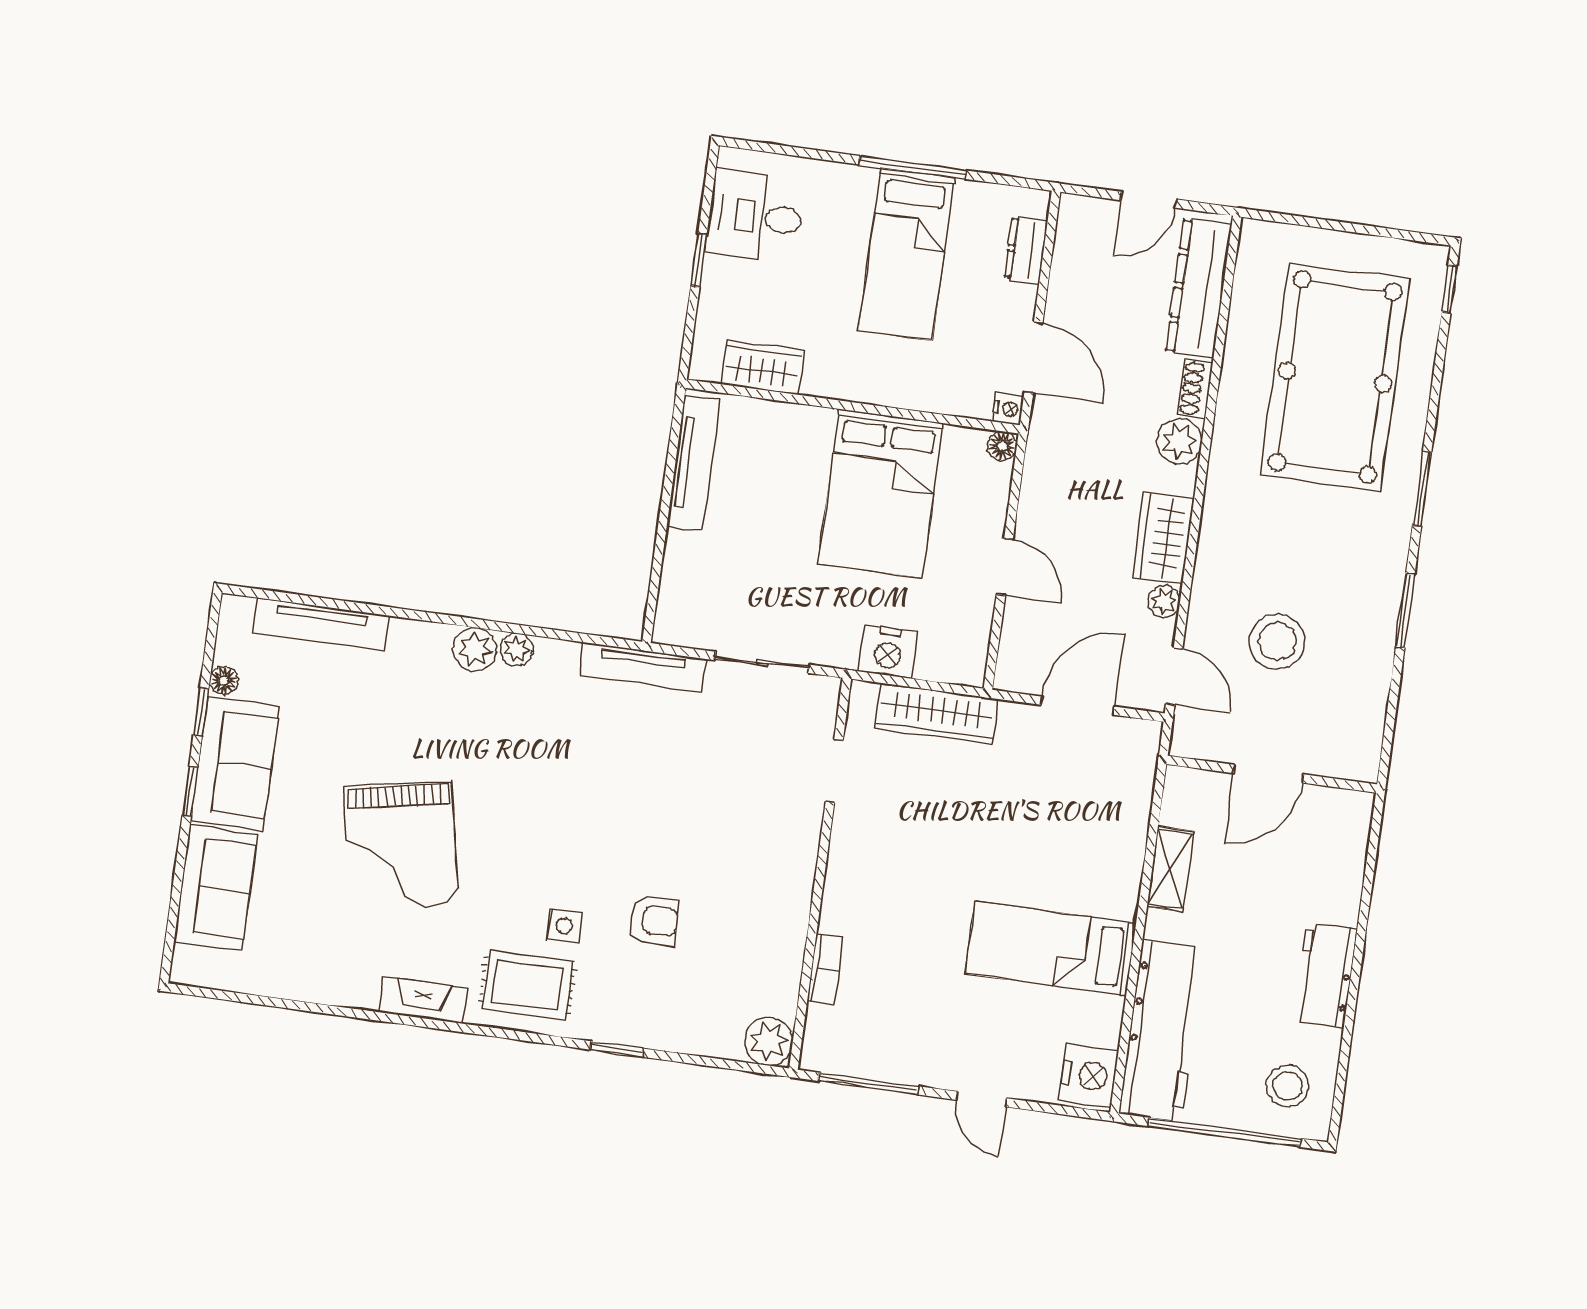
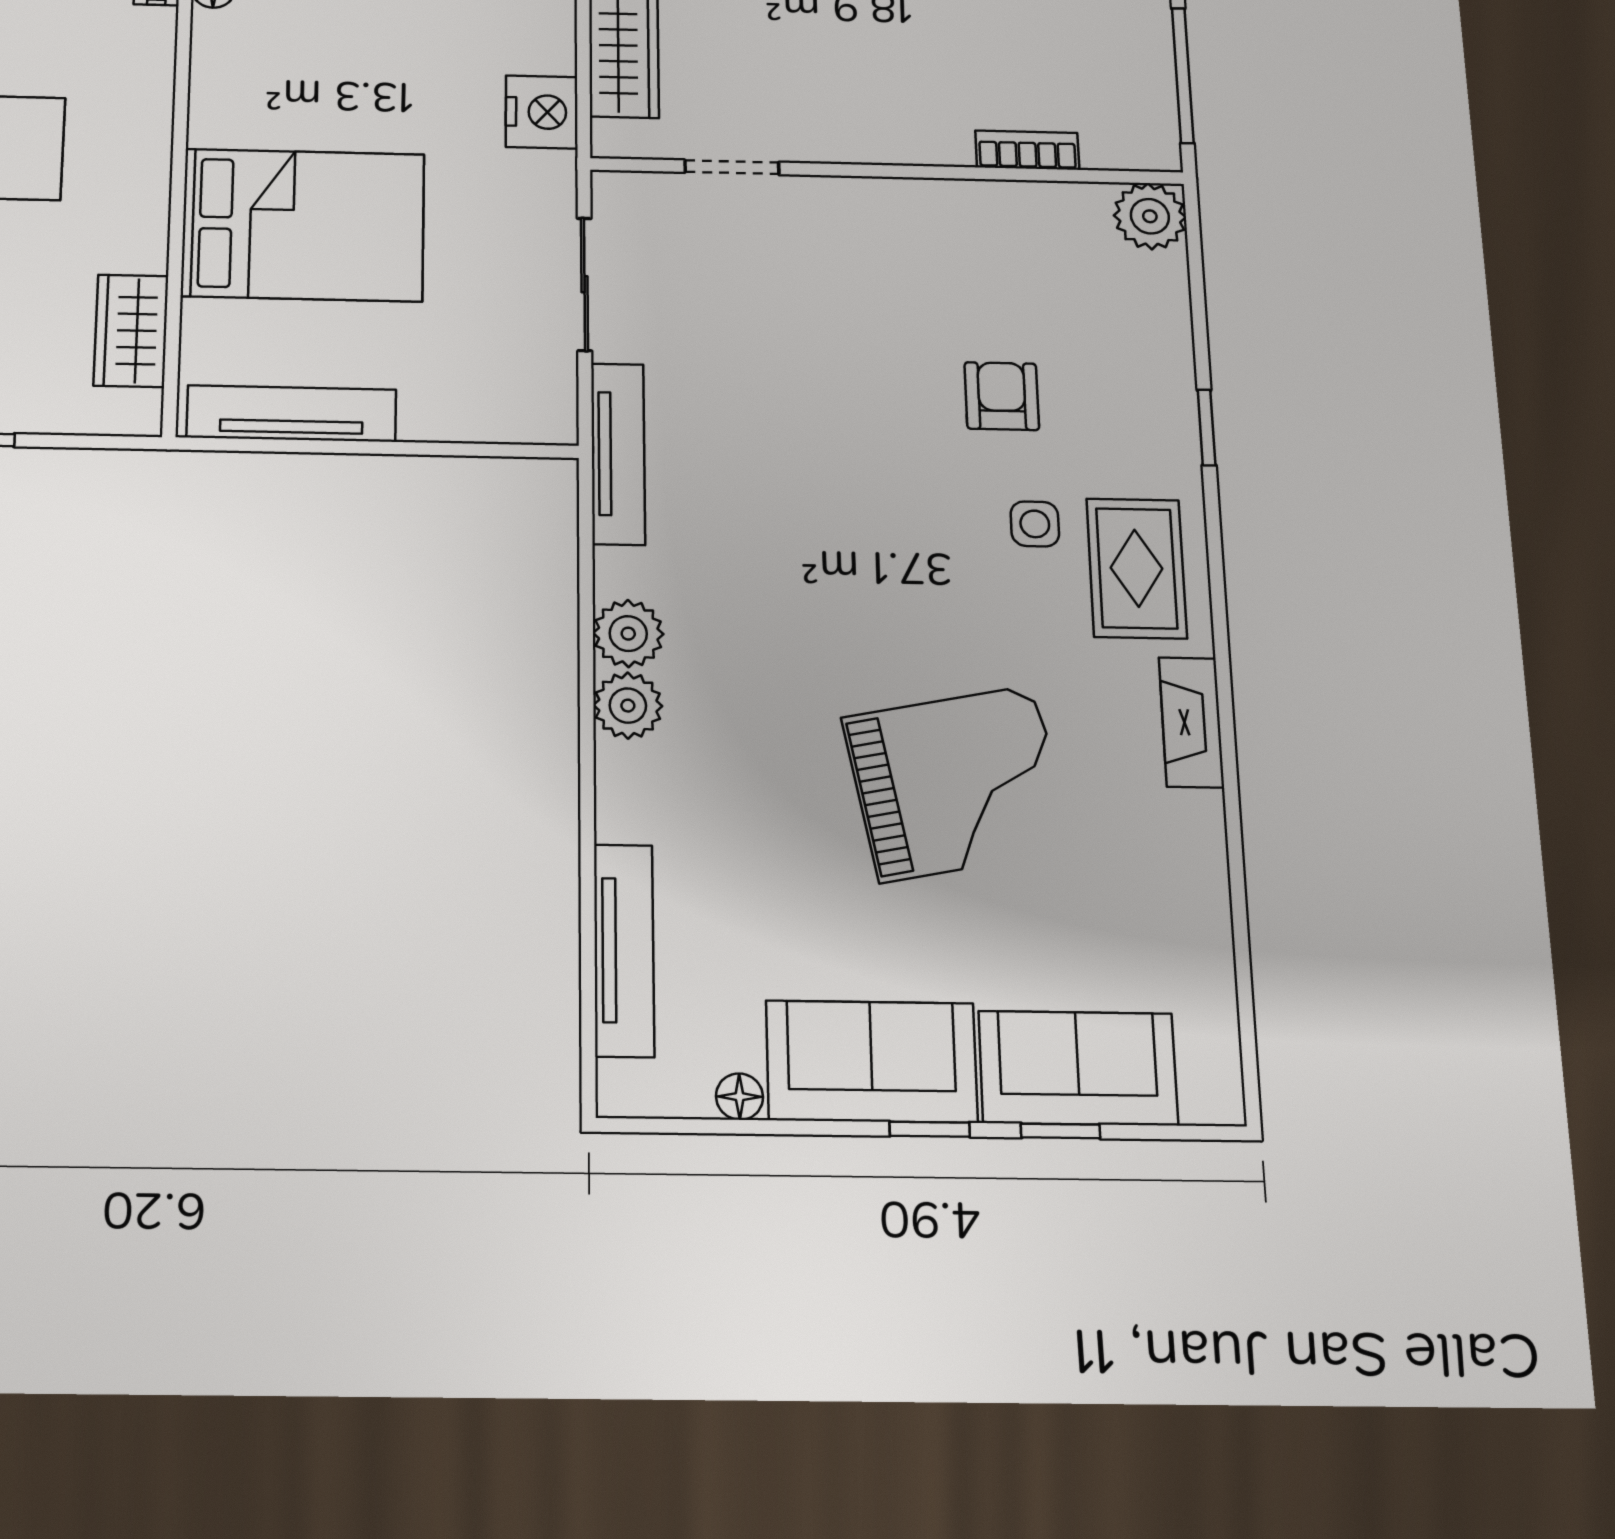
bed: (881, 493) -> (303, 225), moved
plant: (517, 649) -> (628, 634), width x1.38, depth x1.38
window: (201, 712) -> (1061, 1131), moved

